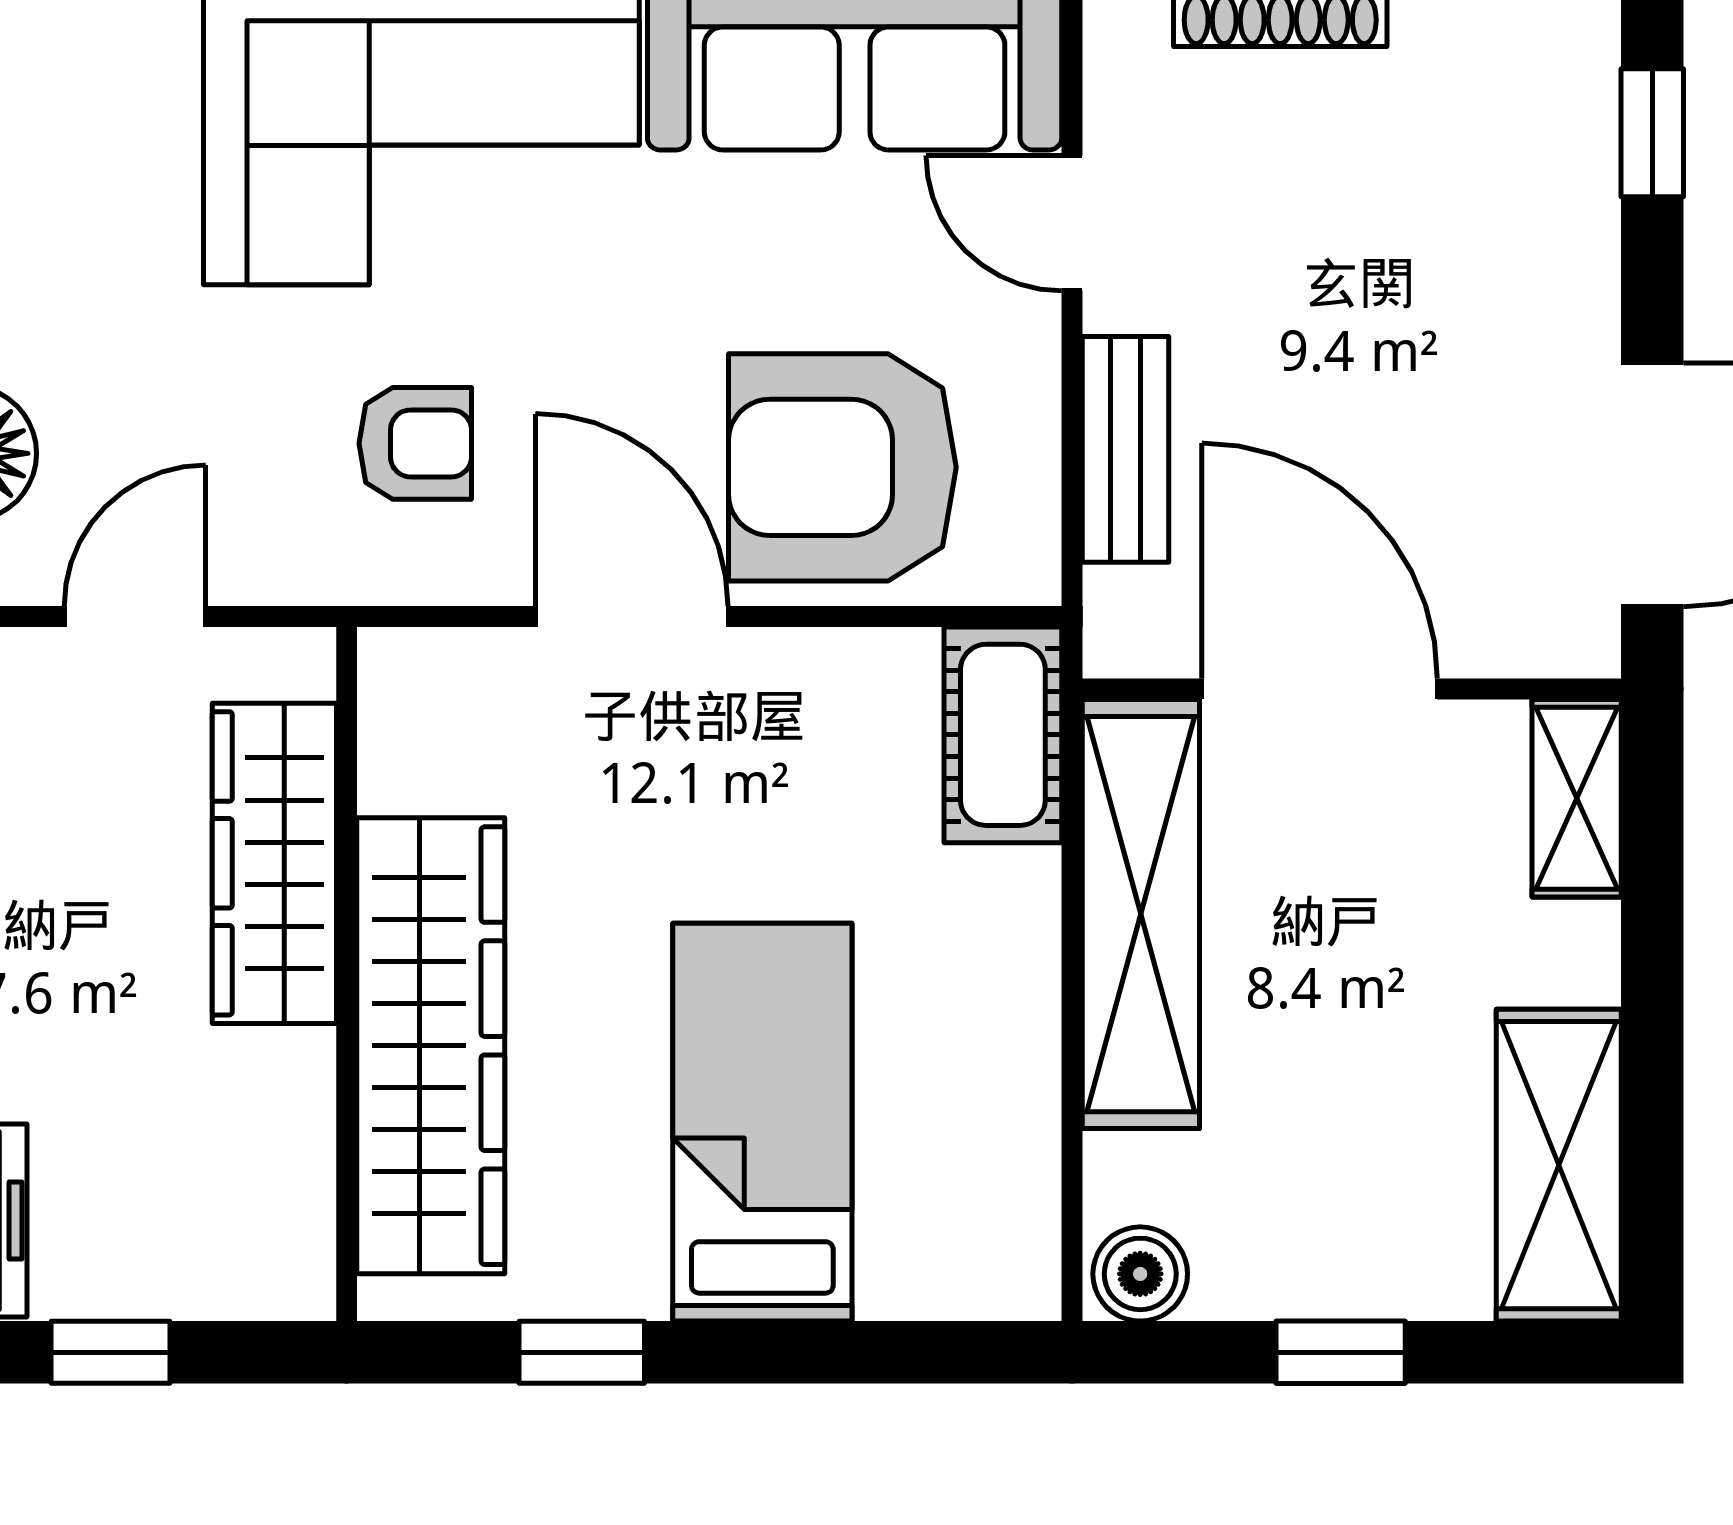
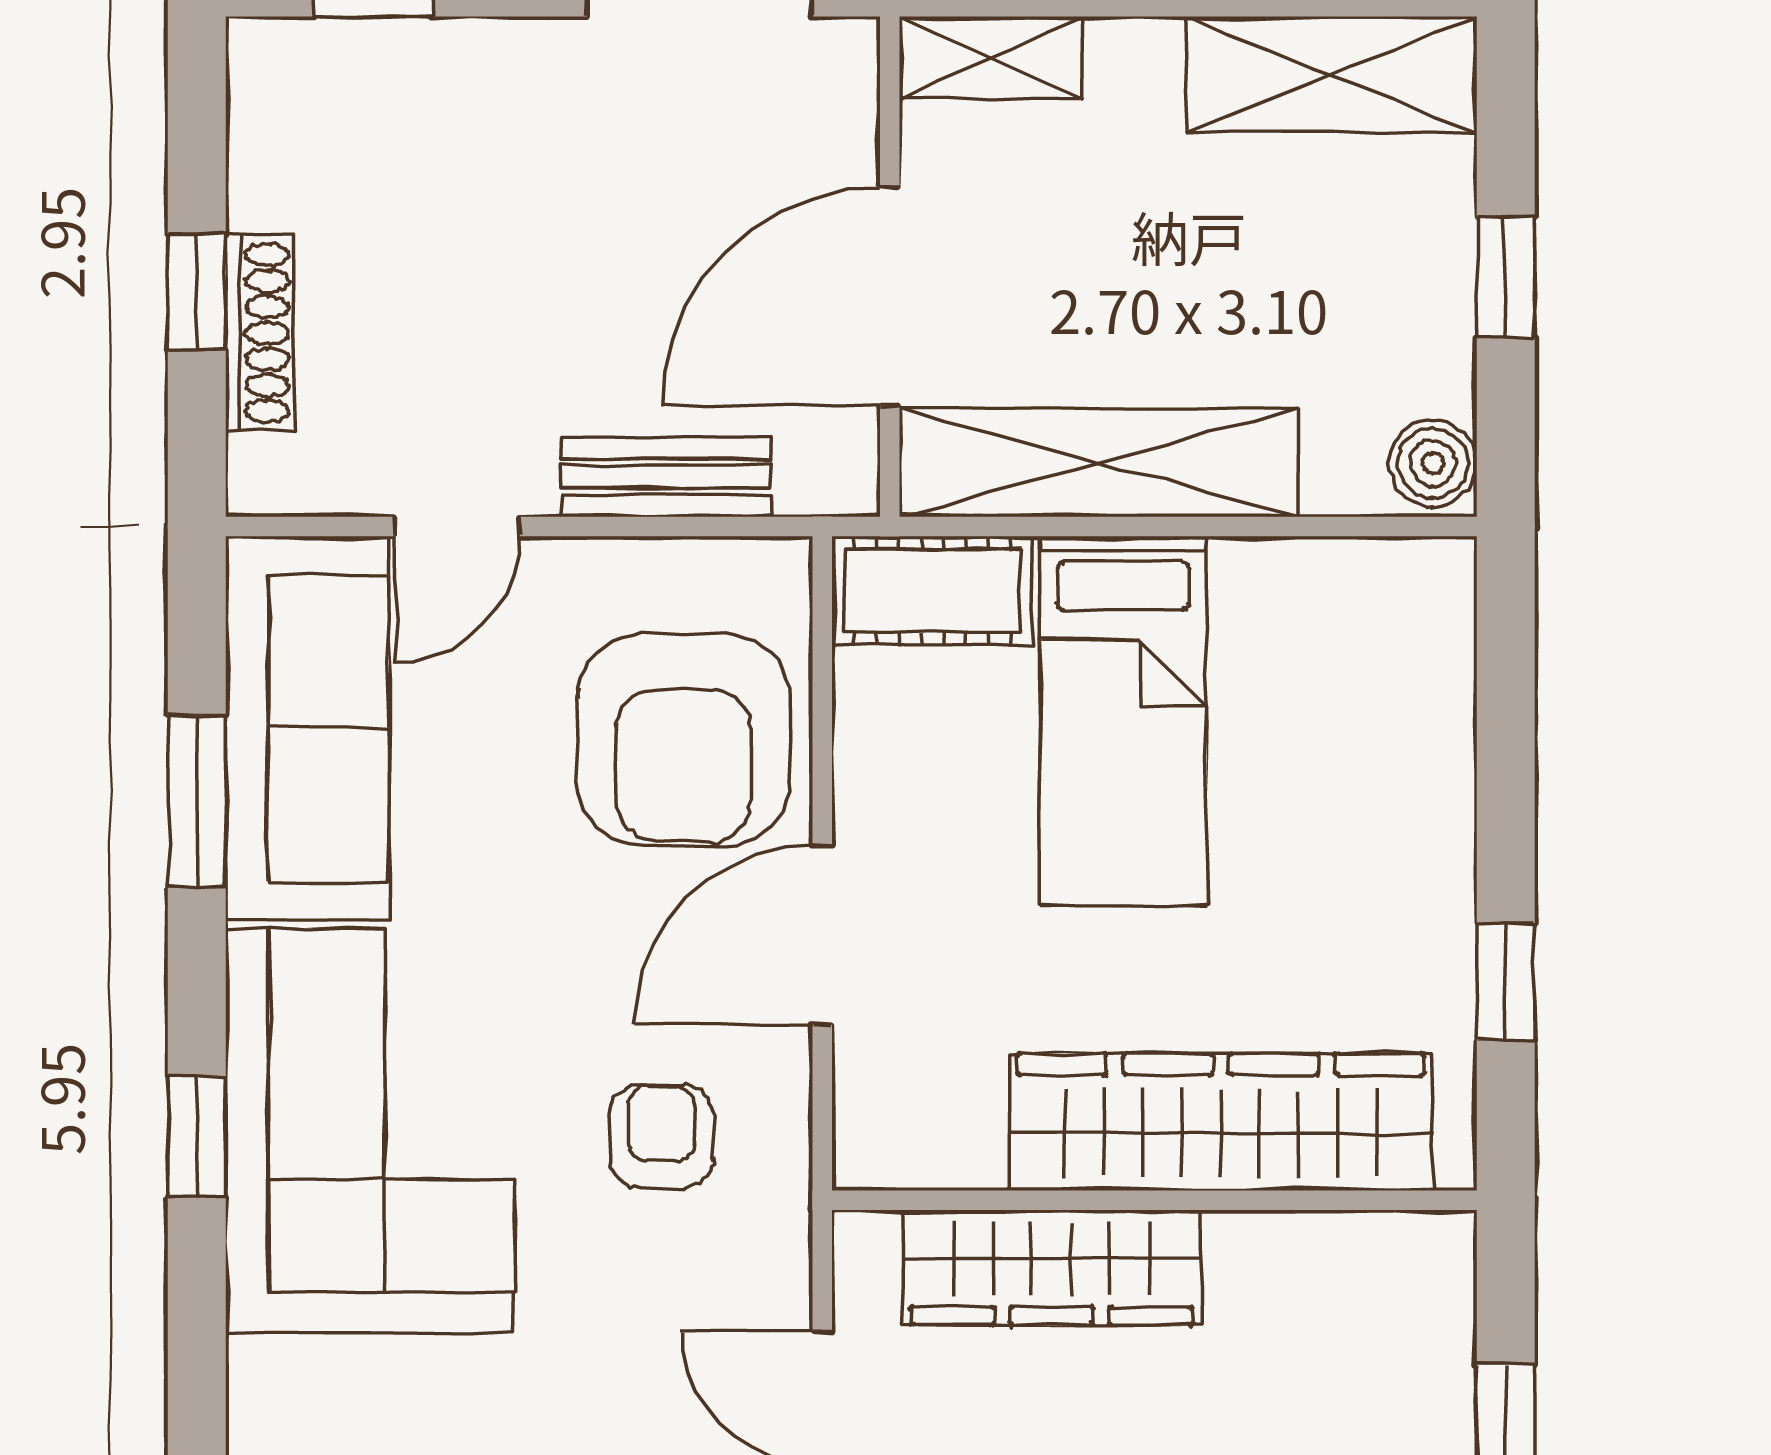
bed: (762, 1122) -> (1123, 721), moved, turned -90

